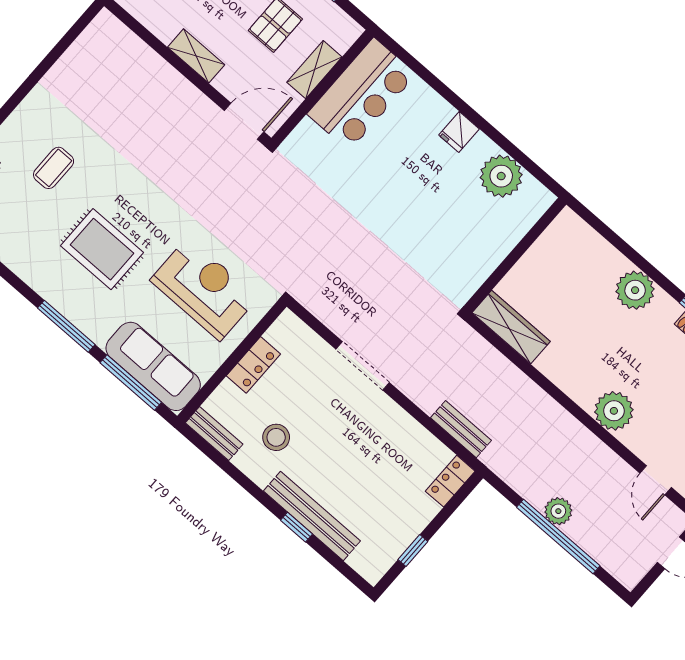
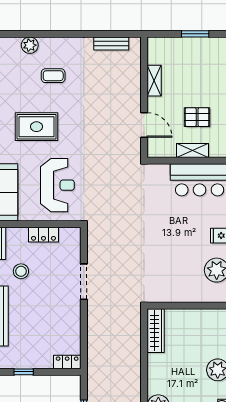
shelving: (196, 56) -> (154, 81), moved
door: (244, 121) -> (144, 125), moved
rug: (102, 249) -> (37, 127), turned 90
bench: (461, 429) -> (111, 43), moved, turned 90

